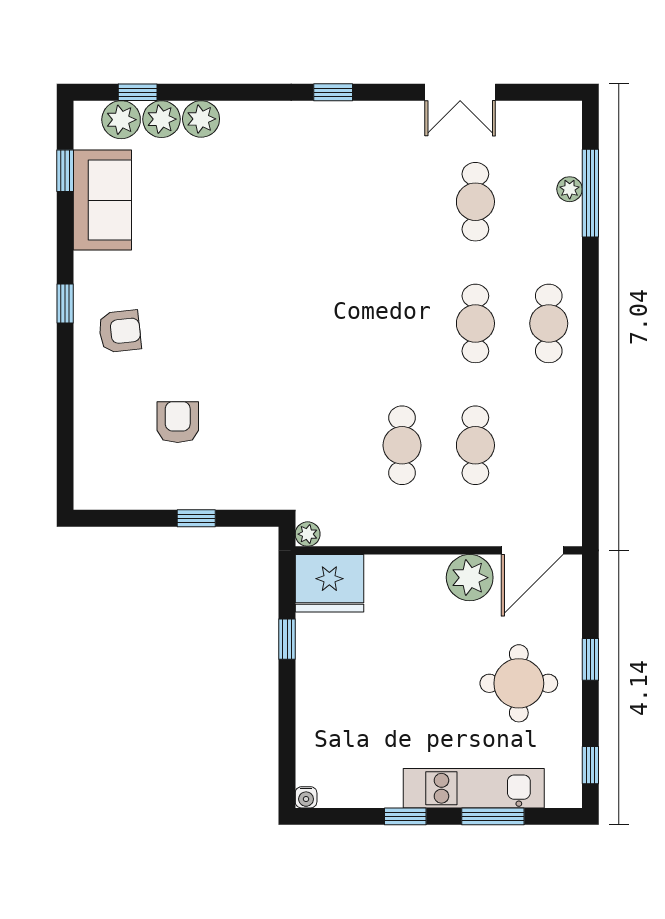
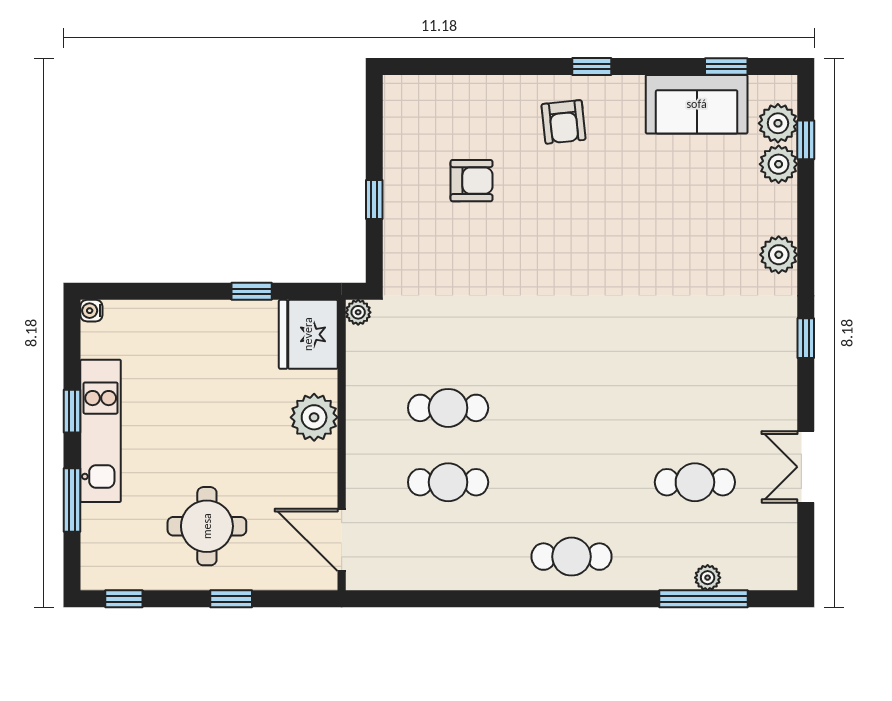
plant: (201, 119) -> (779, 255), moved
cafe table: (475, 323) -> (571, 482), removed
plant: (470, 578) -> (314, 417), moved
kitchen unit: (474, 788) -> (101, 431), moved

